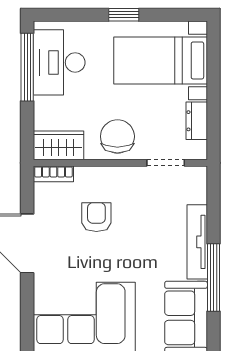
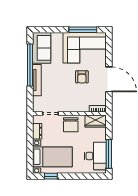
window: (124, 15) -> (51, 176), moved
armchair: (96, 217) -> (82, 77), moved
window: (213, 277) -> (30, 65), width x1.46

